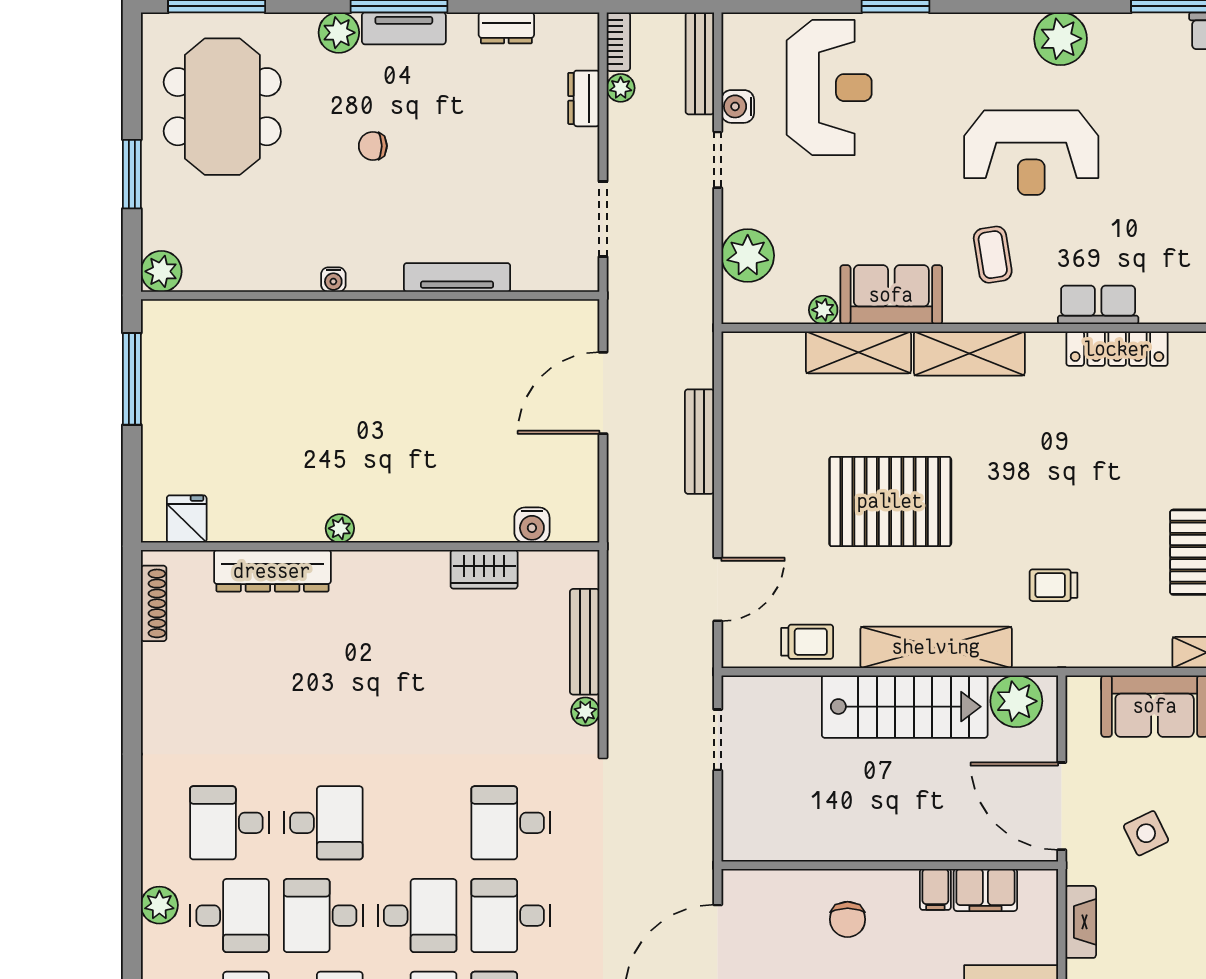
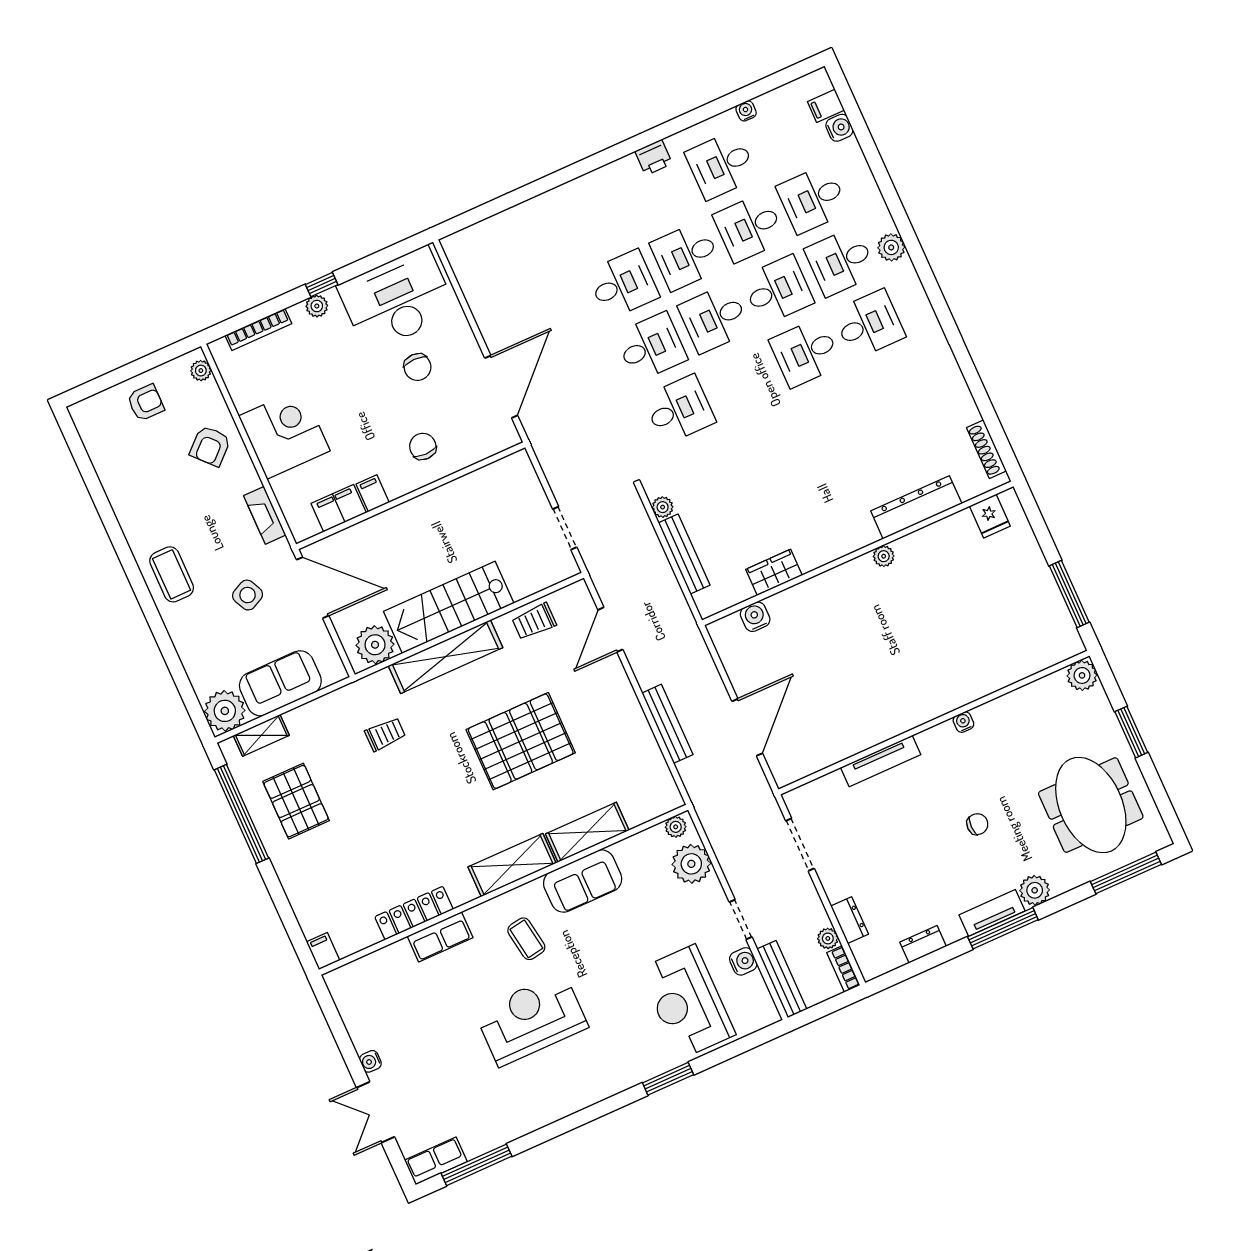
plant: (1061, 39) -> (546, 1105), removed
plant: (823, 310) -> (676, 827), moved

